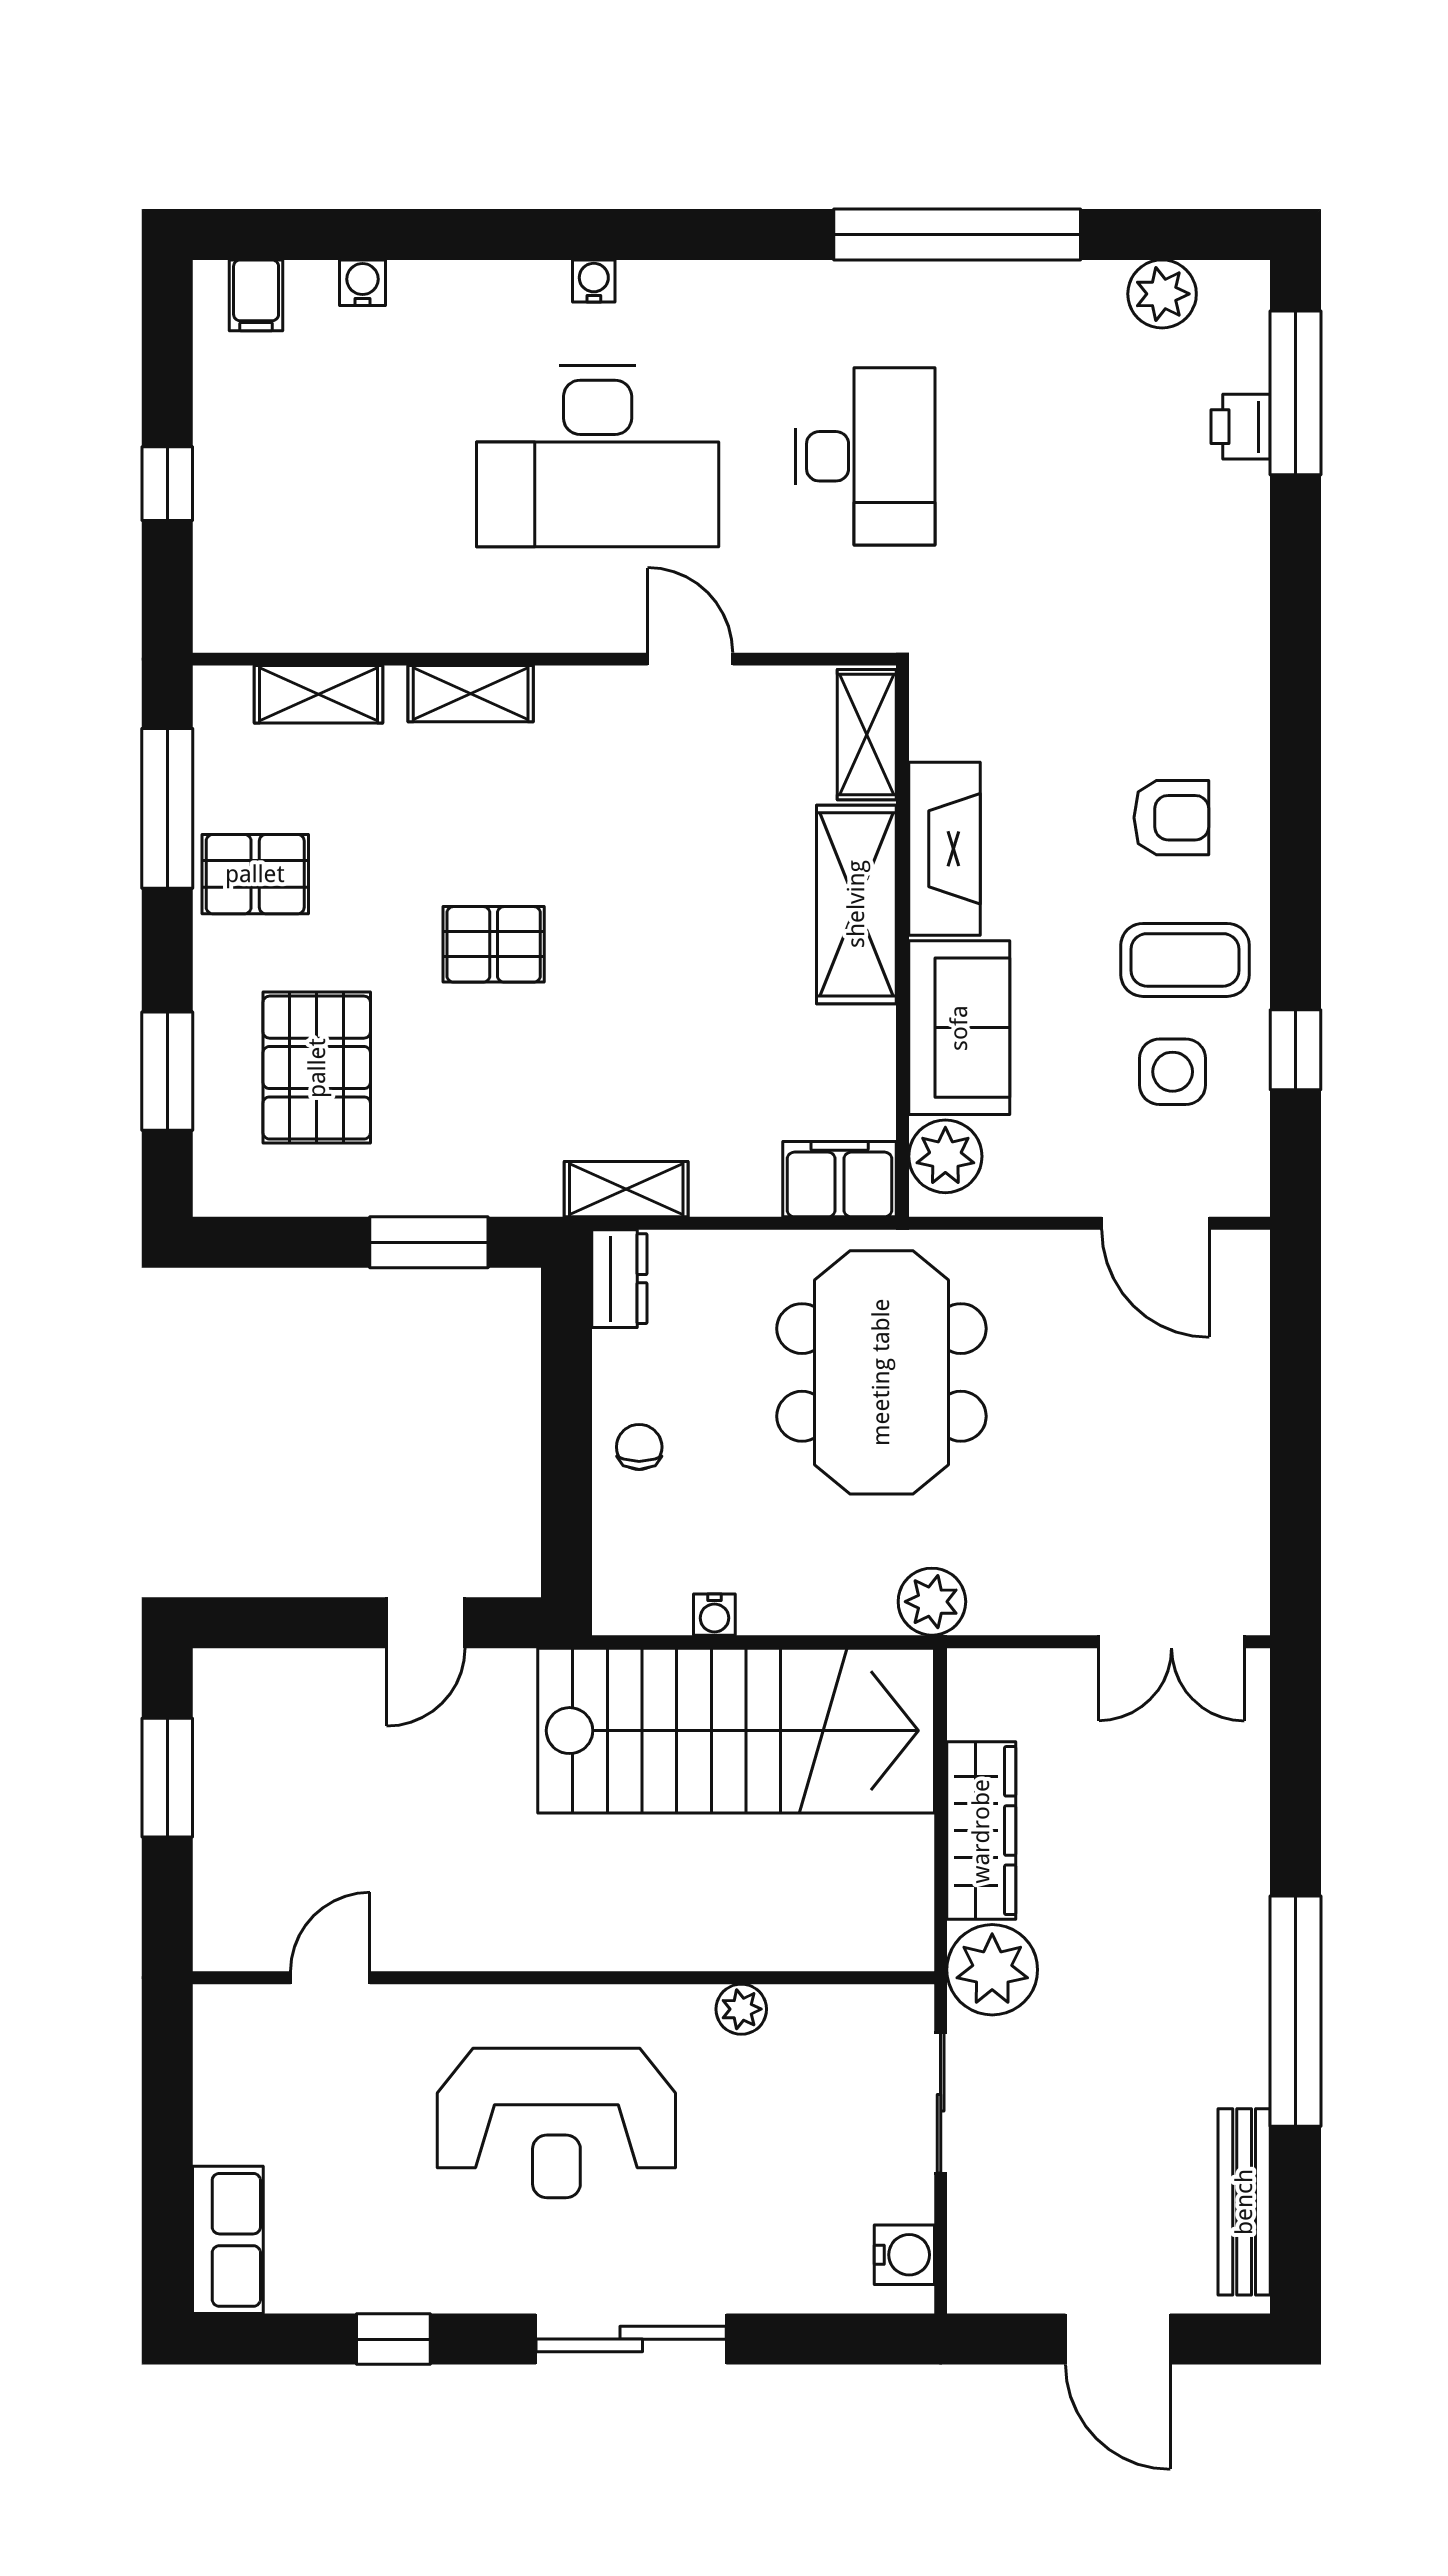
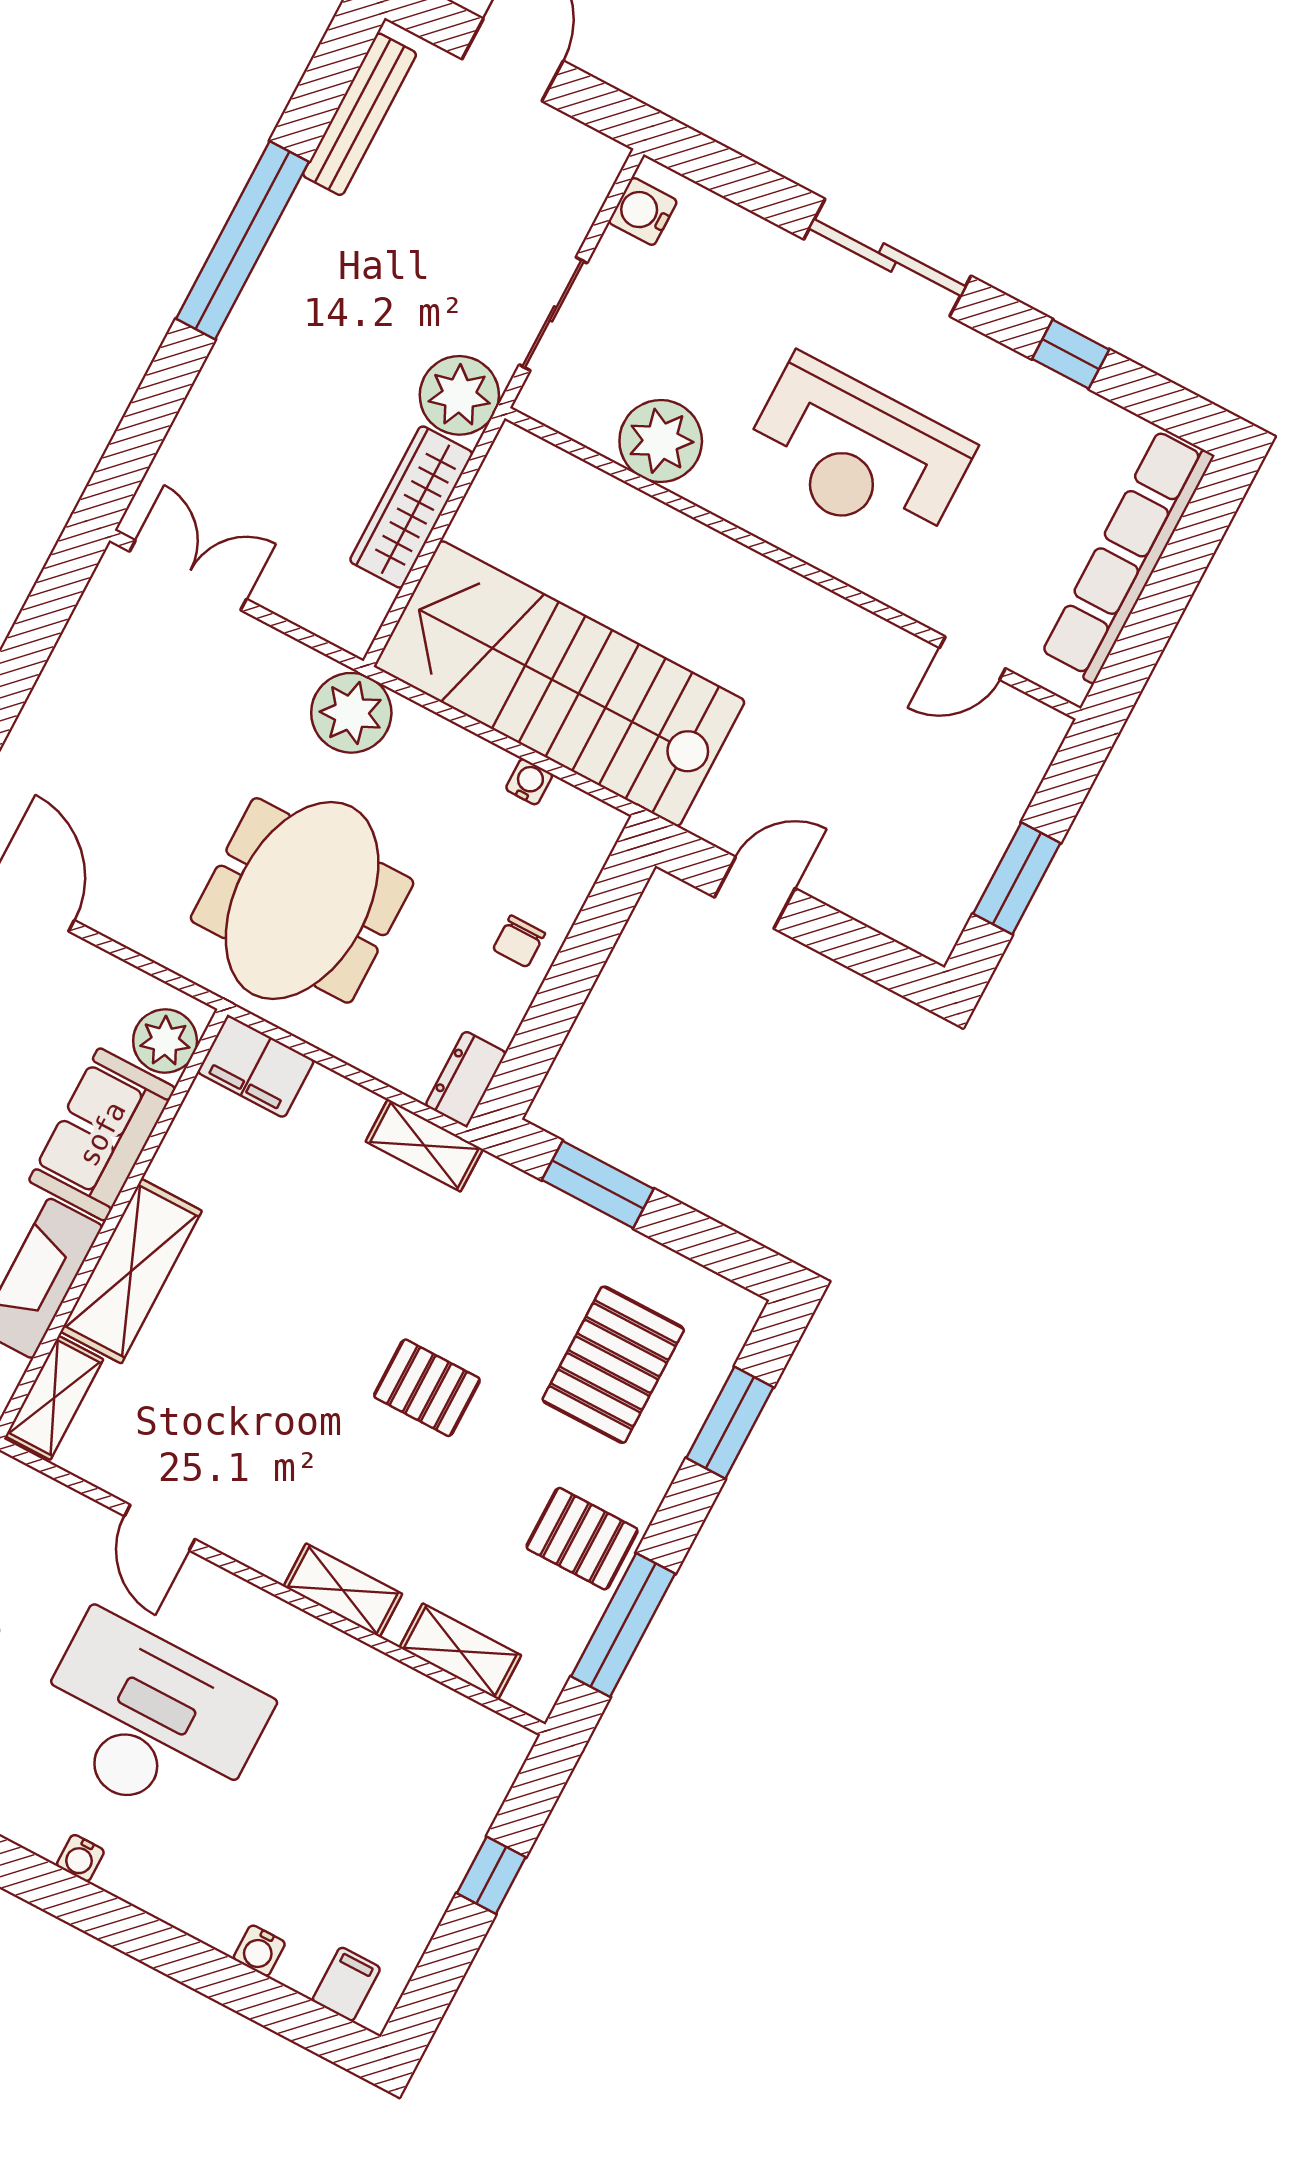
plant: (932, 1602) -> (351, 713), width x1.36, depth x1.36
plant: (741, 2009) -> (661, 441), width x1.88, depth x1.88
reception desk: (556, 2123) -> (857, 454), turned 180
row of seats: (228, 2240) -> (1127, 556), width x2.02

